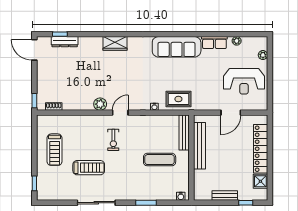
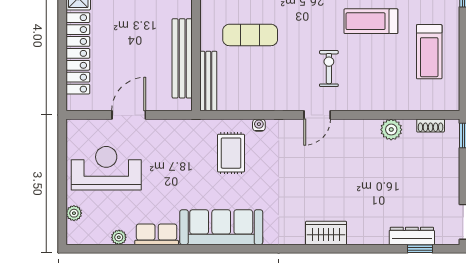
rug: (178, 99) -> (231, 153), moved, turned 90
plant: (100, 104) -> (391, 130), moved
treadmill: (55, 150) -> (429, 52), turned 180

